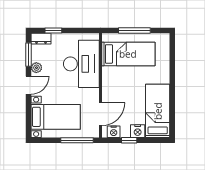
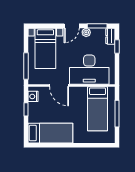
door: (29, 85) -> (72, 26), hinge flipped
door: (100, 114) -> (59, 86), moved
nightstand: (138, 131) -> (33, 116), removed

